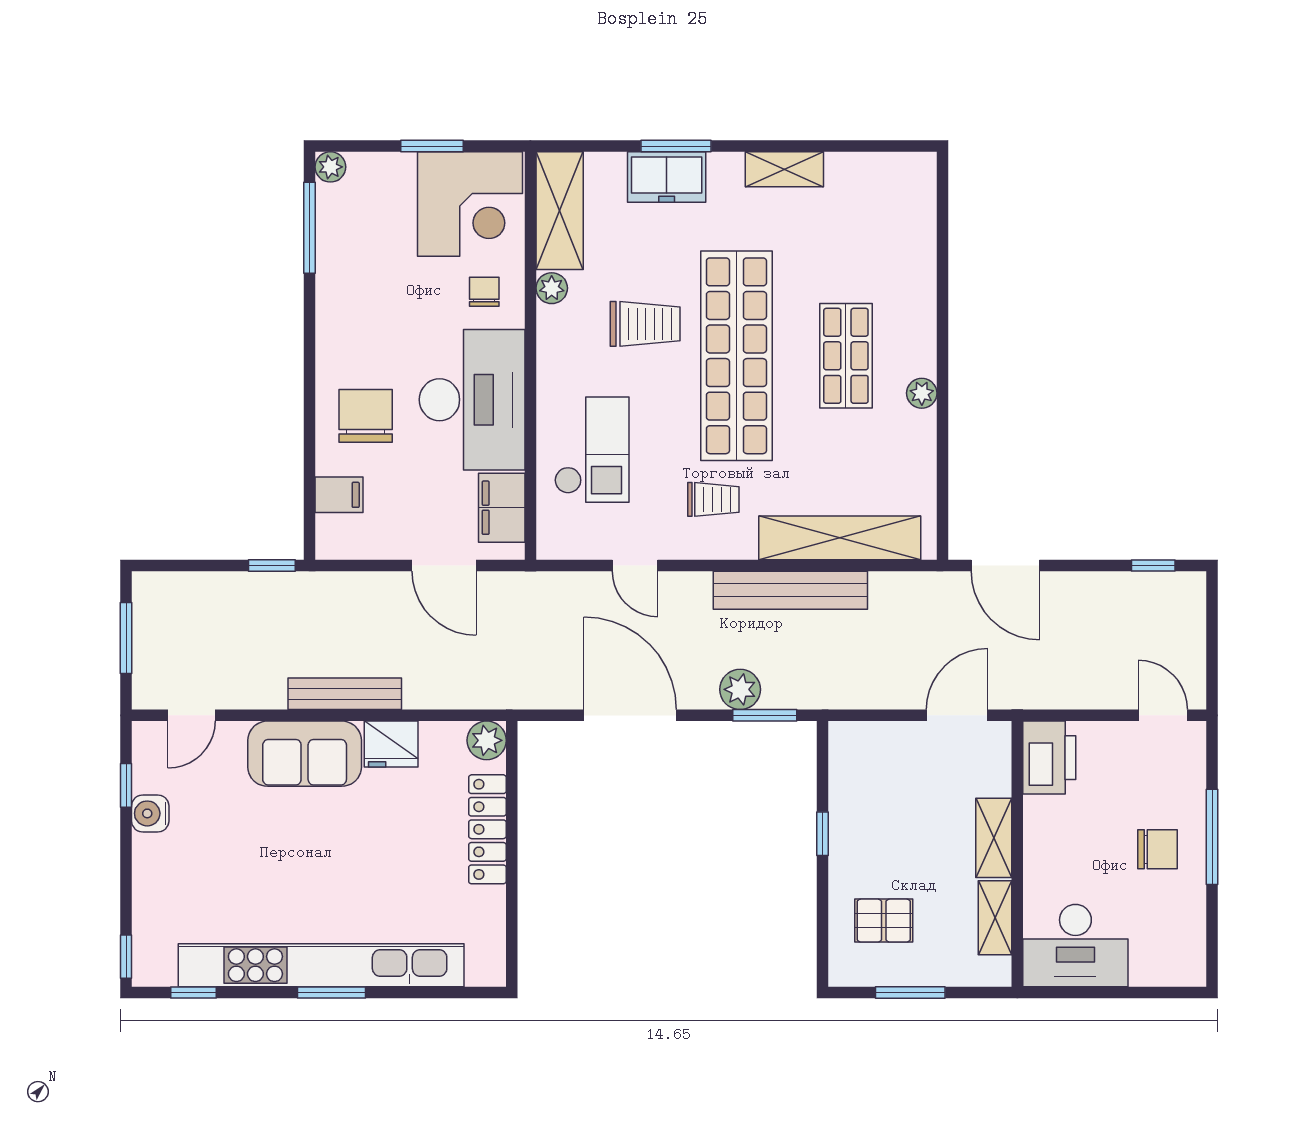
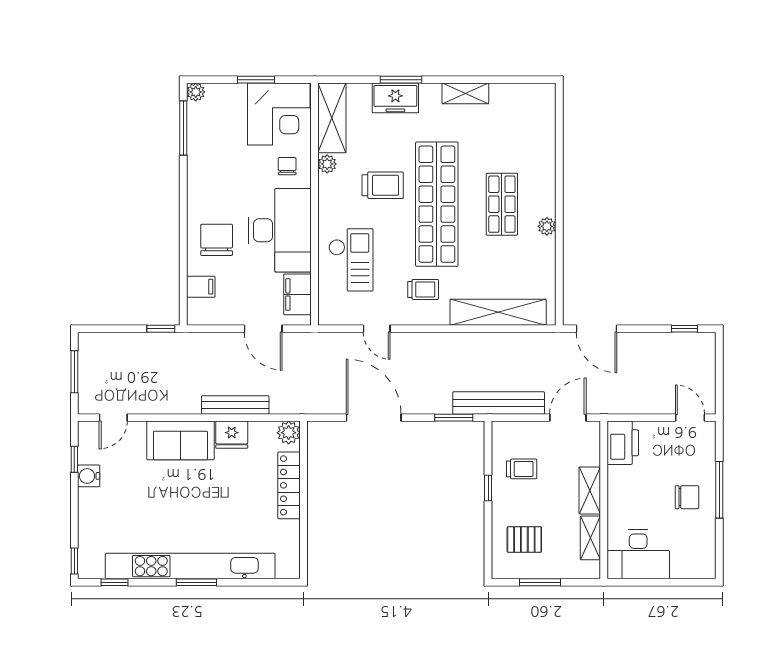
bench: (790, 590) -> (499, 403), moved
plant: (740, 689) -> (439, 402), removed
bench: (345, 694) -> (235, 405), moved
trolley: (879, 802) -> (522, 469), added

